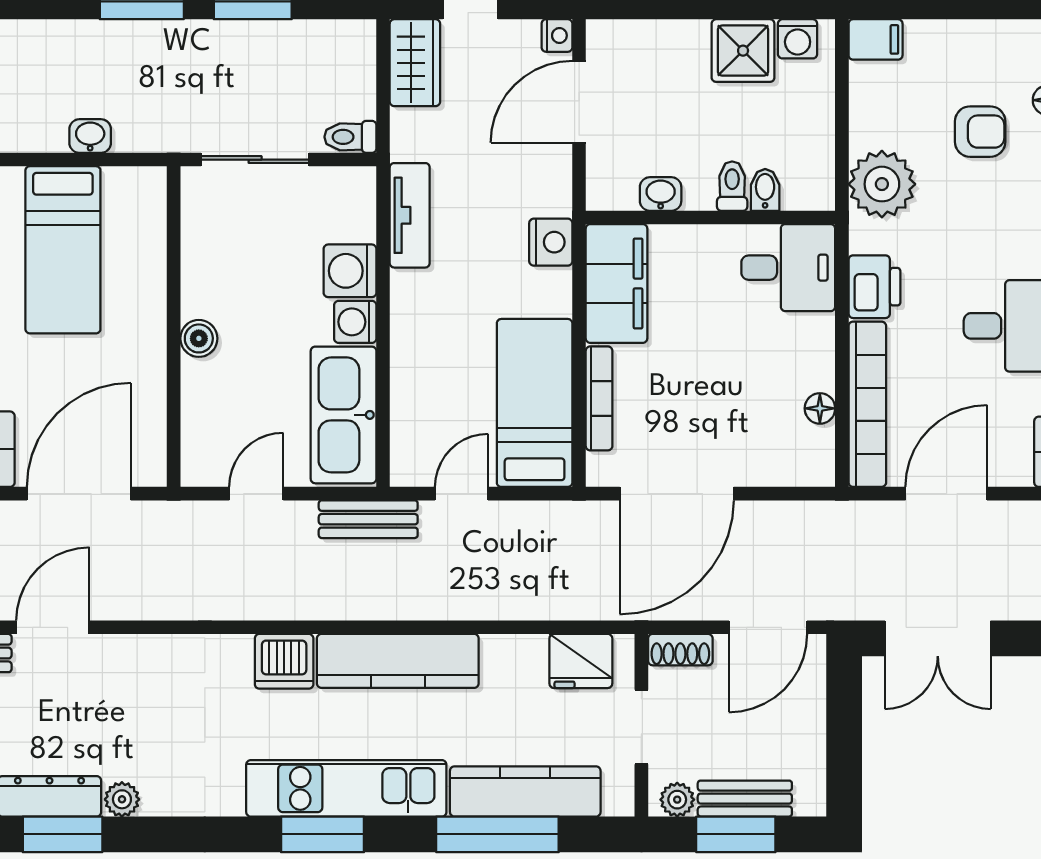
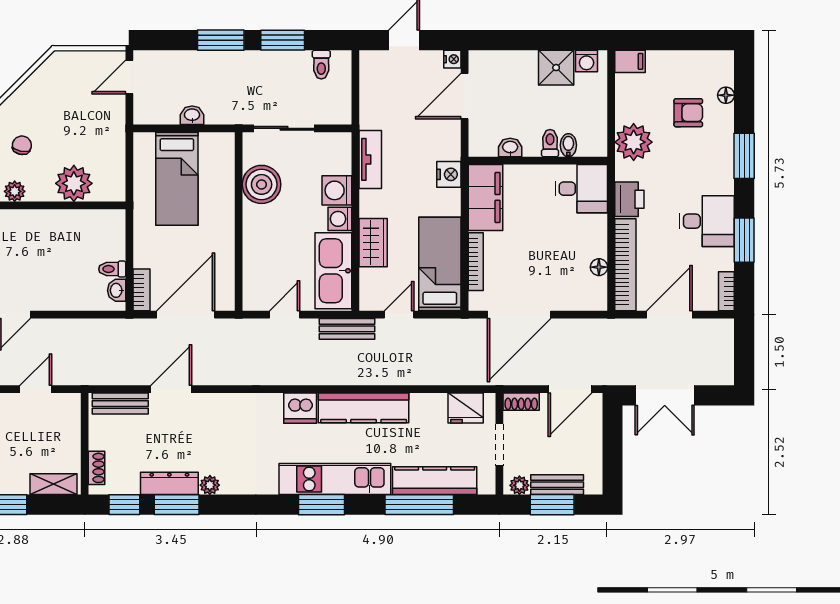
wardrobe: (415, 63) -> (373, 243), moved
toilet: (350, 137) -> (321, 65), moved, turned -90
boiler: (199, 338) -> (262, 184), moved, width x1.86, depth x1.86

